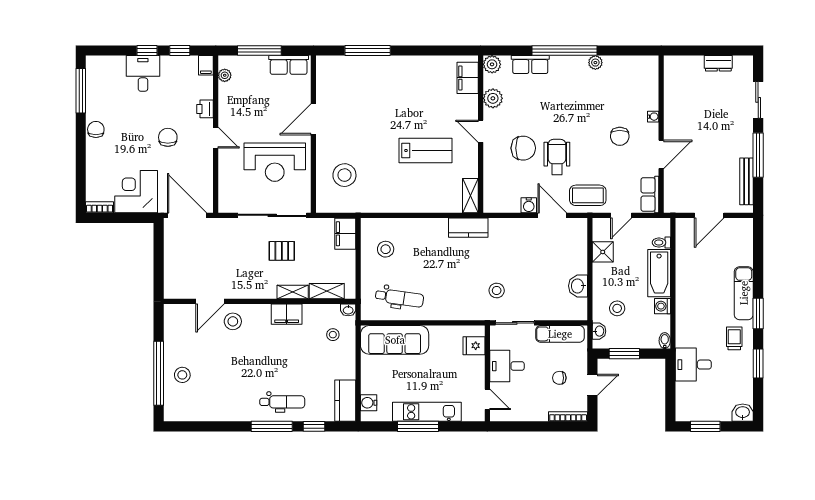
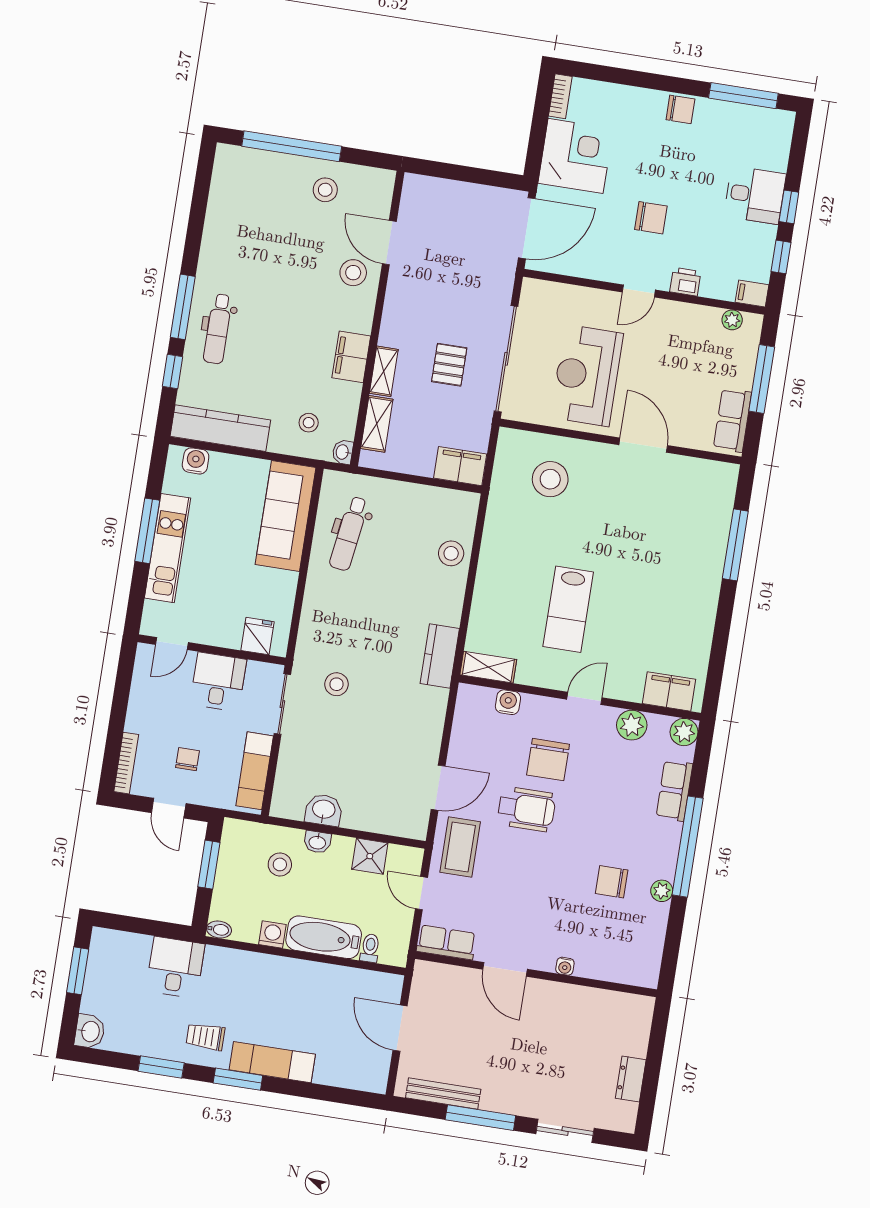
chair: (620, 136) -> (612, 882), moved
water cooler: (529, 205) -> (508, 702), moved, turned 90
stool: (386, 249) -> (451, 553), moved
washbasin: (599, 331) -> (317, 842), moved
trolley: (734, 338) -> (205, 1037), turned 180
stool: (182, 375) -> (325, 190), moved
kitchen counter: (345, 401) -> (220, 428), width x1.50

